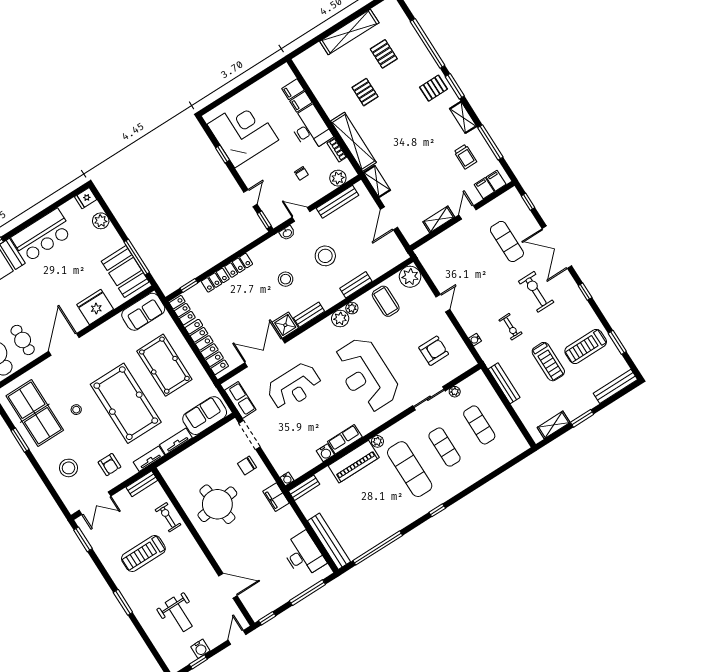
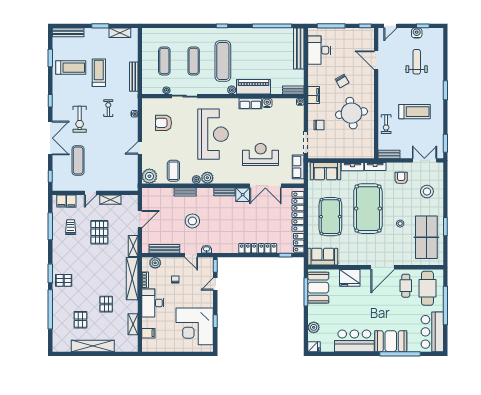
filing cabinet: (301, 102) -> (148, 323), removed
shelving: (463, 117) -> (133, 324), moved
pallet: (427, 172) -> (99, 232), added
stool: (286, 279) -> (225, 222), removed
chair: (253, 535) -> (342, 81), added

